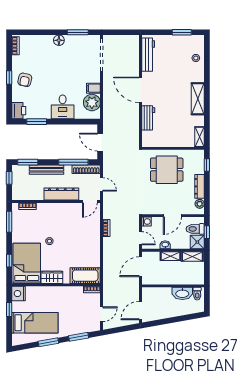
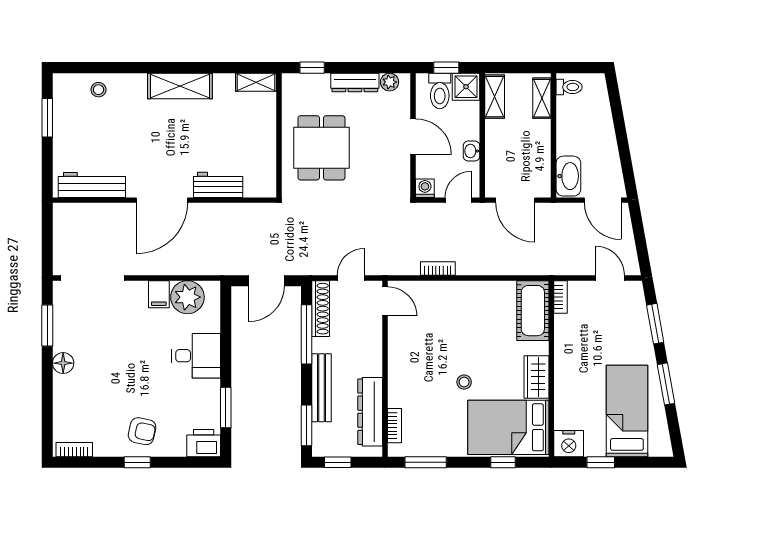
dresser: (61, 194) -> (370, 412), moved
shelving: (170, 256) -> (542, 98), moved
washbasin: (182, 293) -> (568, 176), moved

